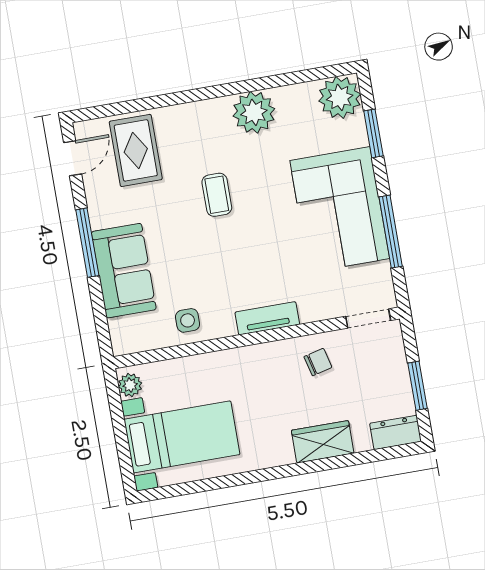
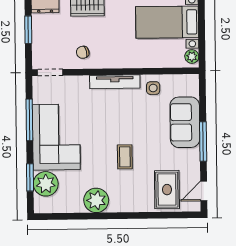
plant: (340, 97) -> (46, 184), moved
tv unit: (267, 318) -> (115, 82), width x1.41

